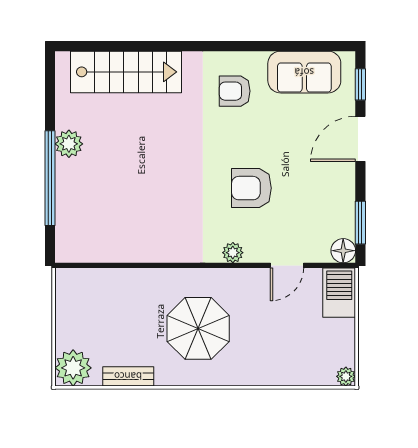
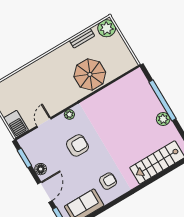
floor lamp: (343, 251) -> (41, 169), moved
parasol: (198, 328) -> (90, 74), moved

